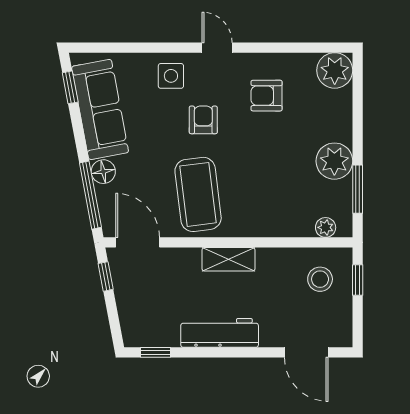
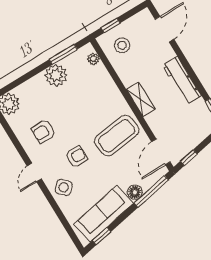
side table: (171, 76) -> (64, 187), turned 45
armchair: (267, 96) -> (44, 131), turned 90
armchair: (203, 120) -> (76, 157), turned 180

